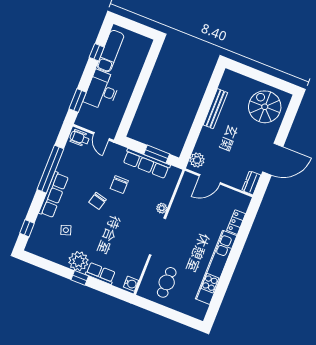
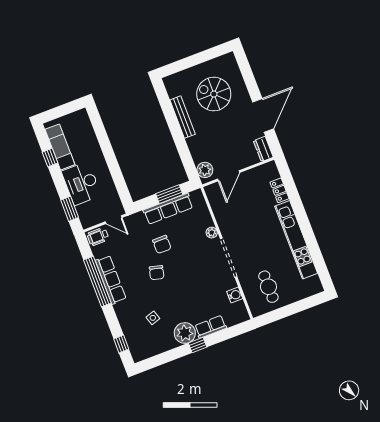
spiral stairs: (265, 107) -> (214, 94), moved
row of seats: (54, 195) -> (111, 280), moved
water cooler: (131, 284) -> (235, 295), moved

